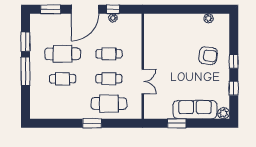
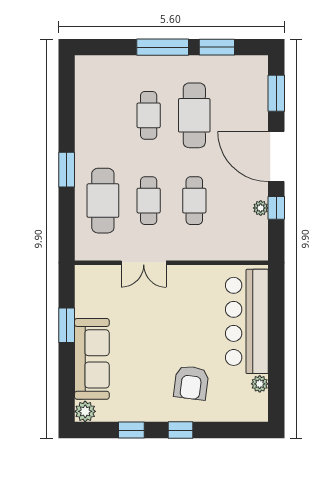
bar counter: (175, 25) -> (247, 321), added

